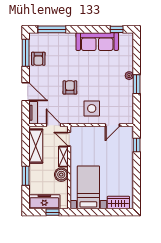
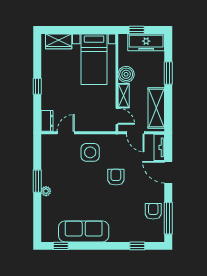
window: (52, 29) -> (137, 246), width x0.46
armchair: (70, 87) -> (116, 177), turned 180
dresser: (128, 135) -> (47, 121), added
window: (137, 145) -> (37, 86), moved

